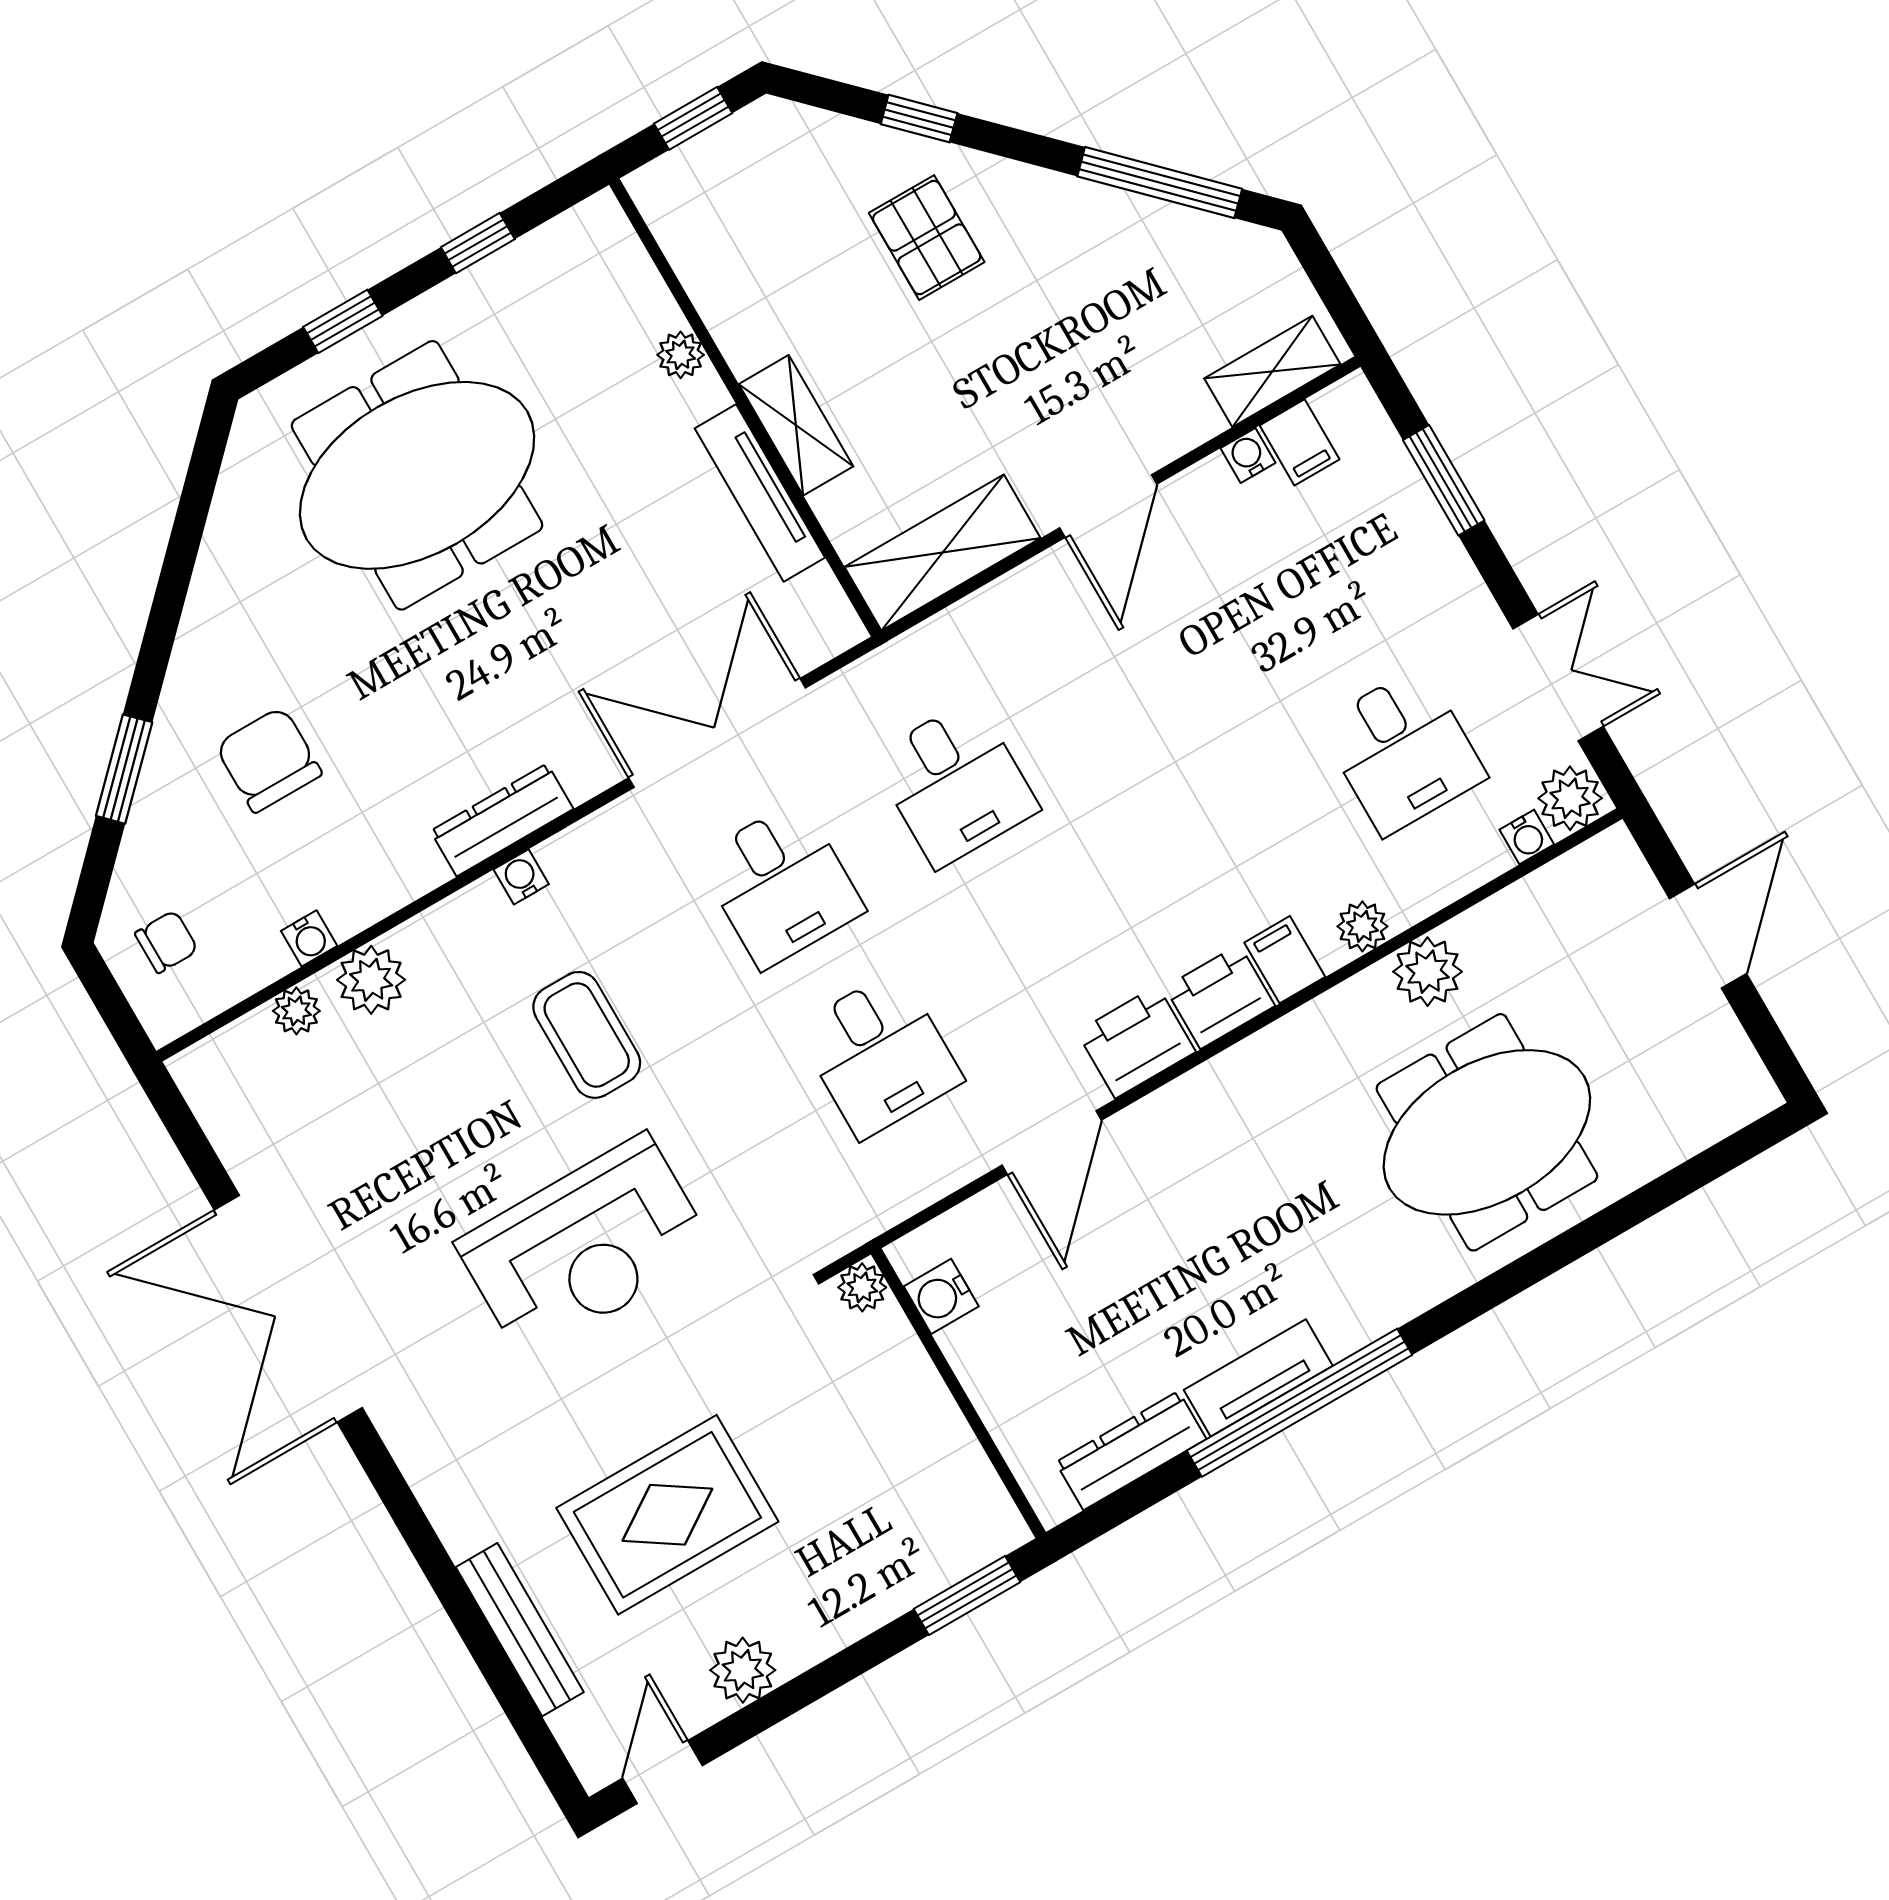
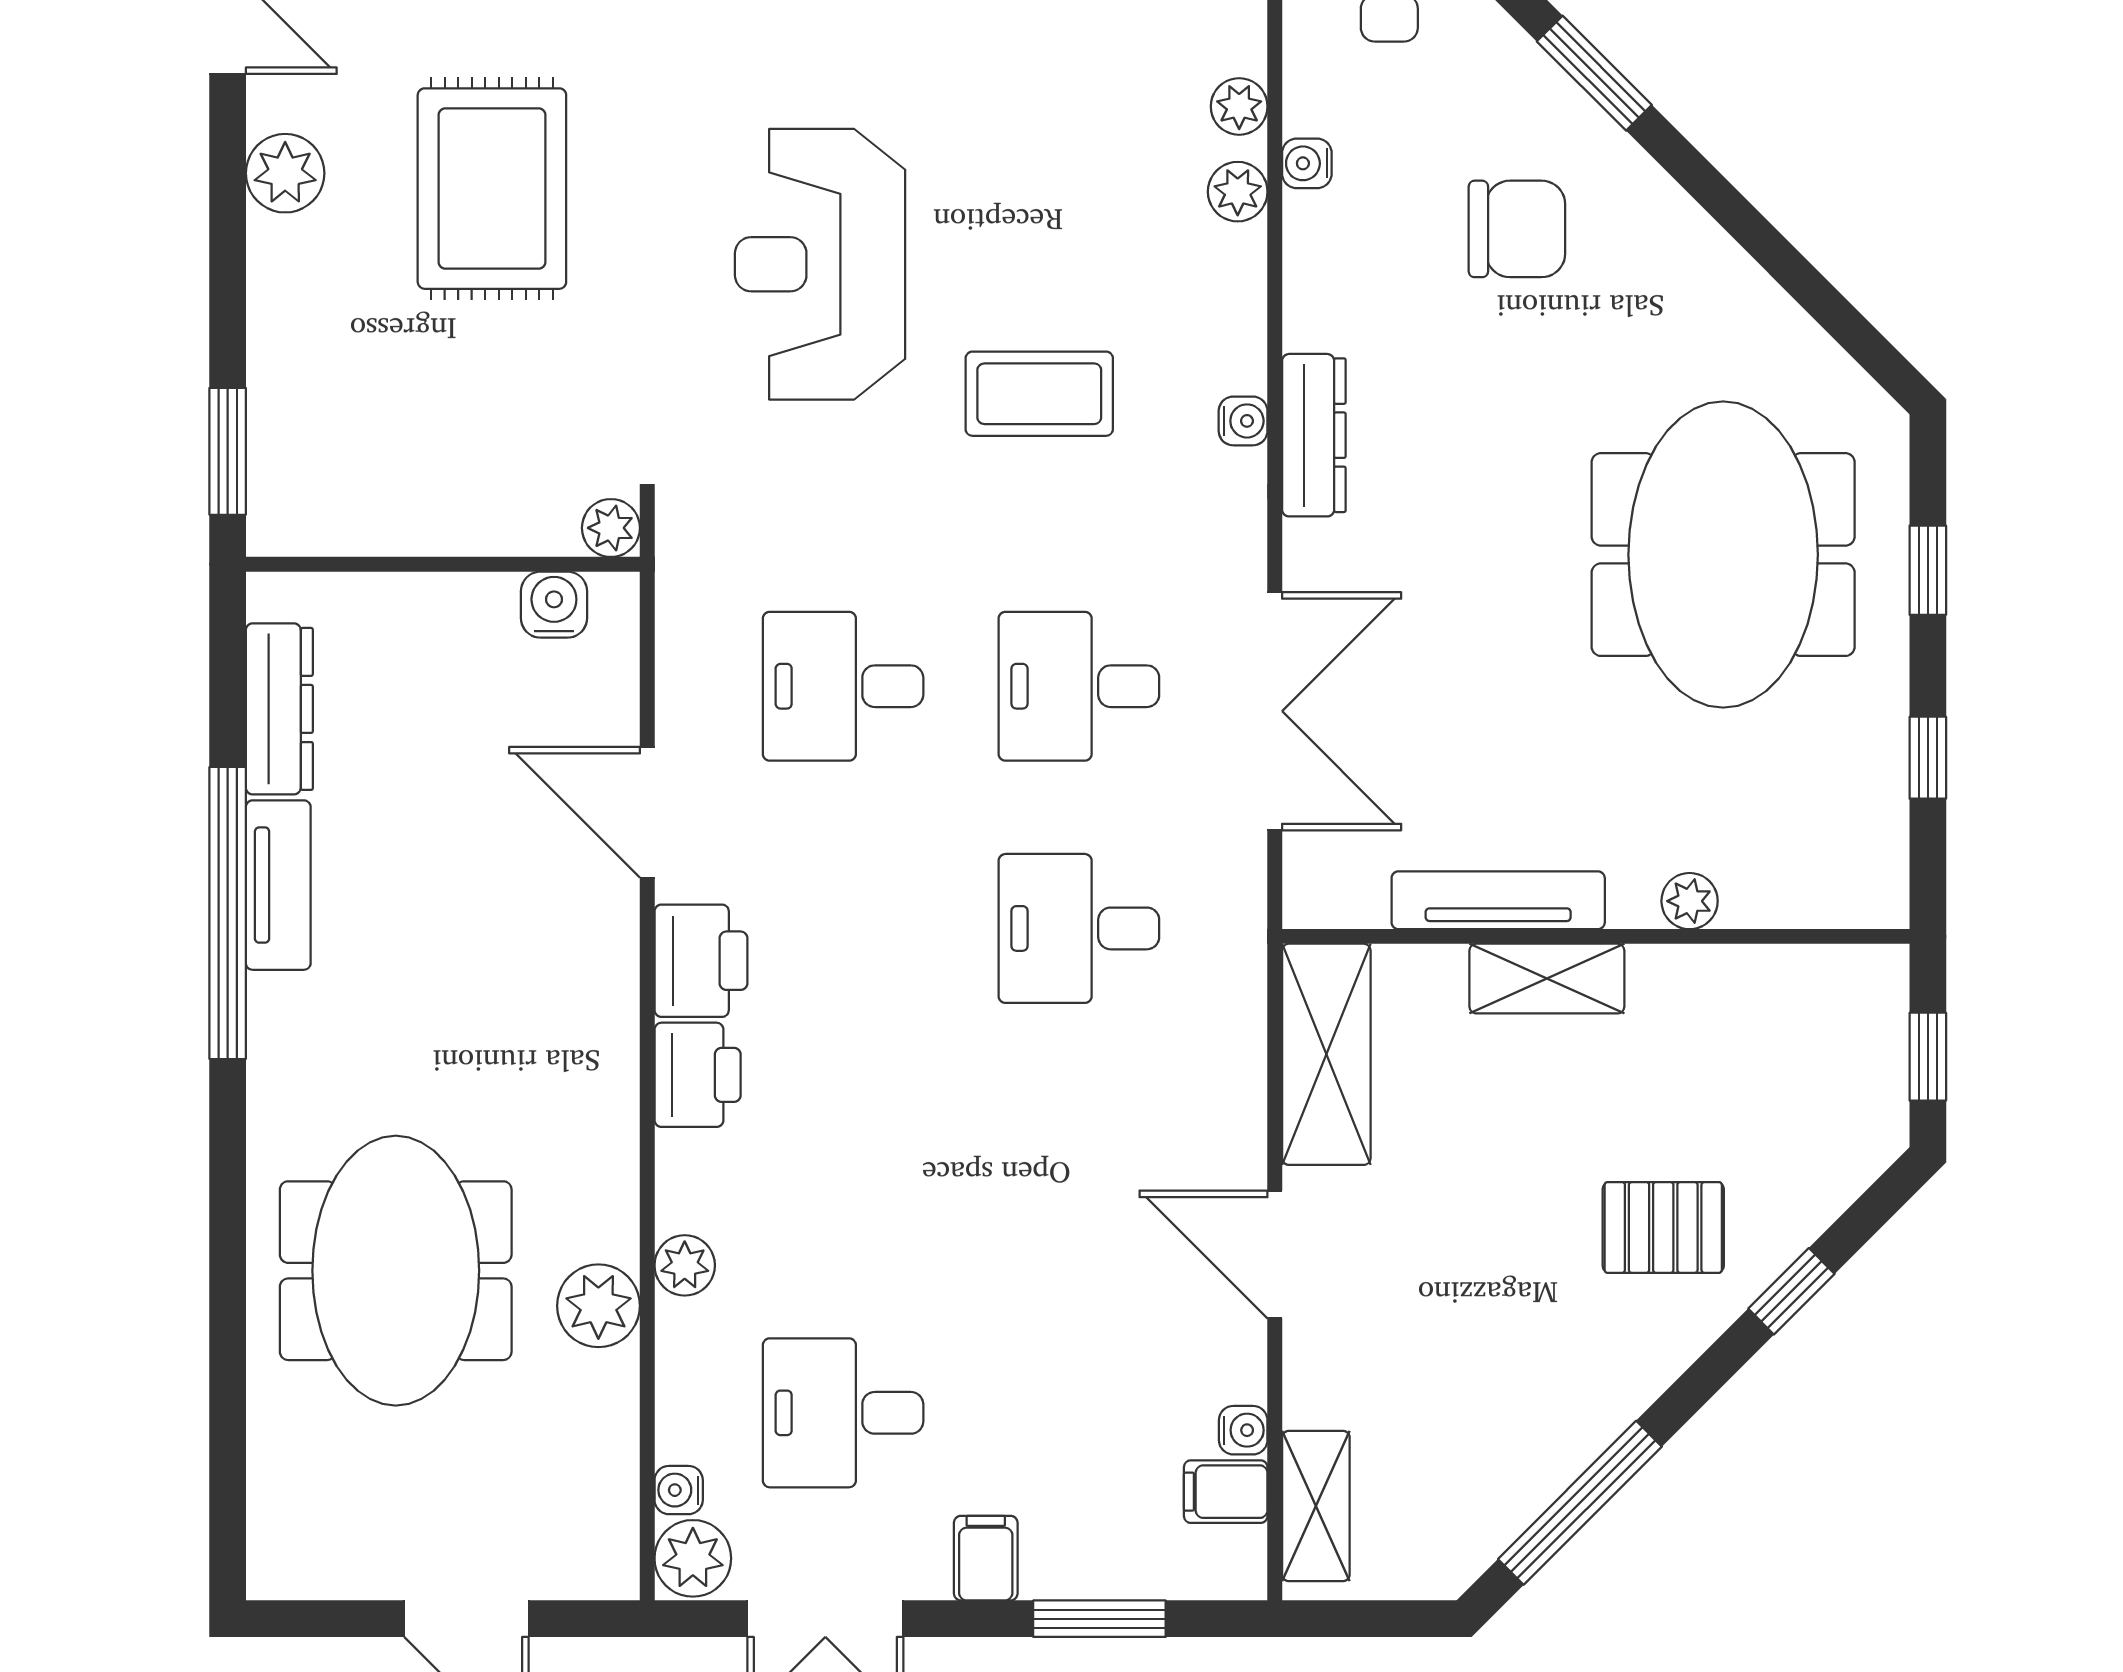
filing cabinet: (1285, 960) -> (986, 1558), moved, turned -90
plant: (371, 980) -> (1238, 192), width x0.73, depth x0.73

